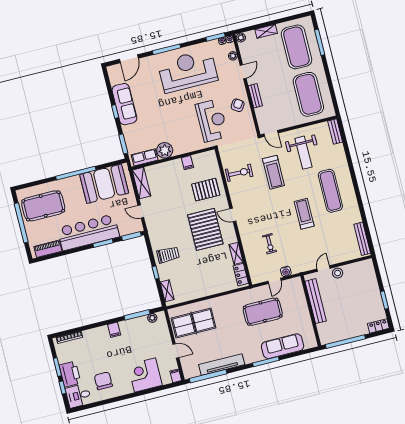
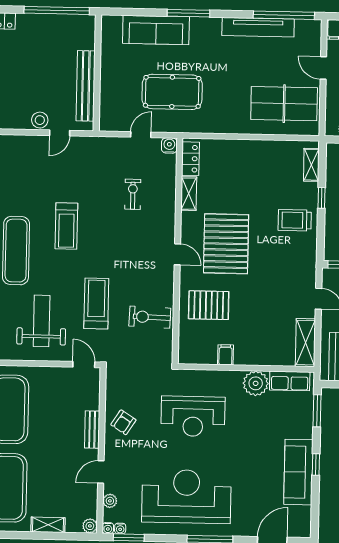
reception desk: (188, 71) -> (186, 496), turned 180
reception desk: (212, 121) -> (193, 416), moved, turned -90
water cooler: (286, 271) -> (169, 146), moved

